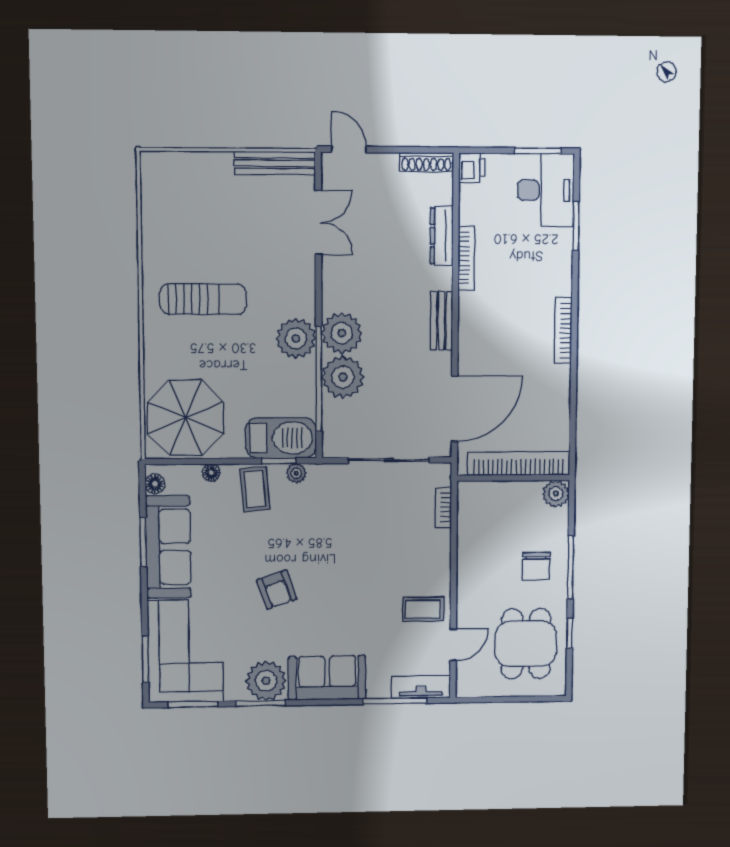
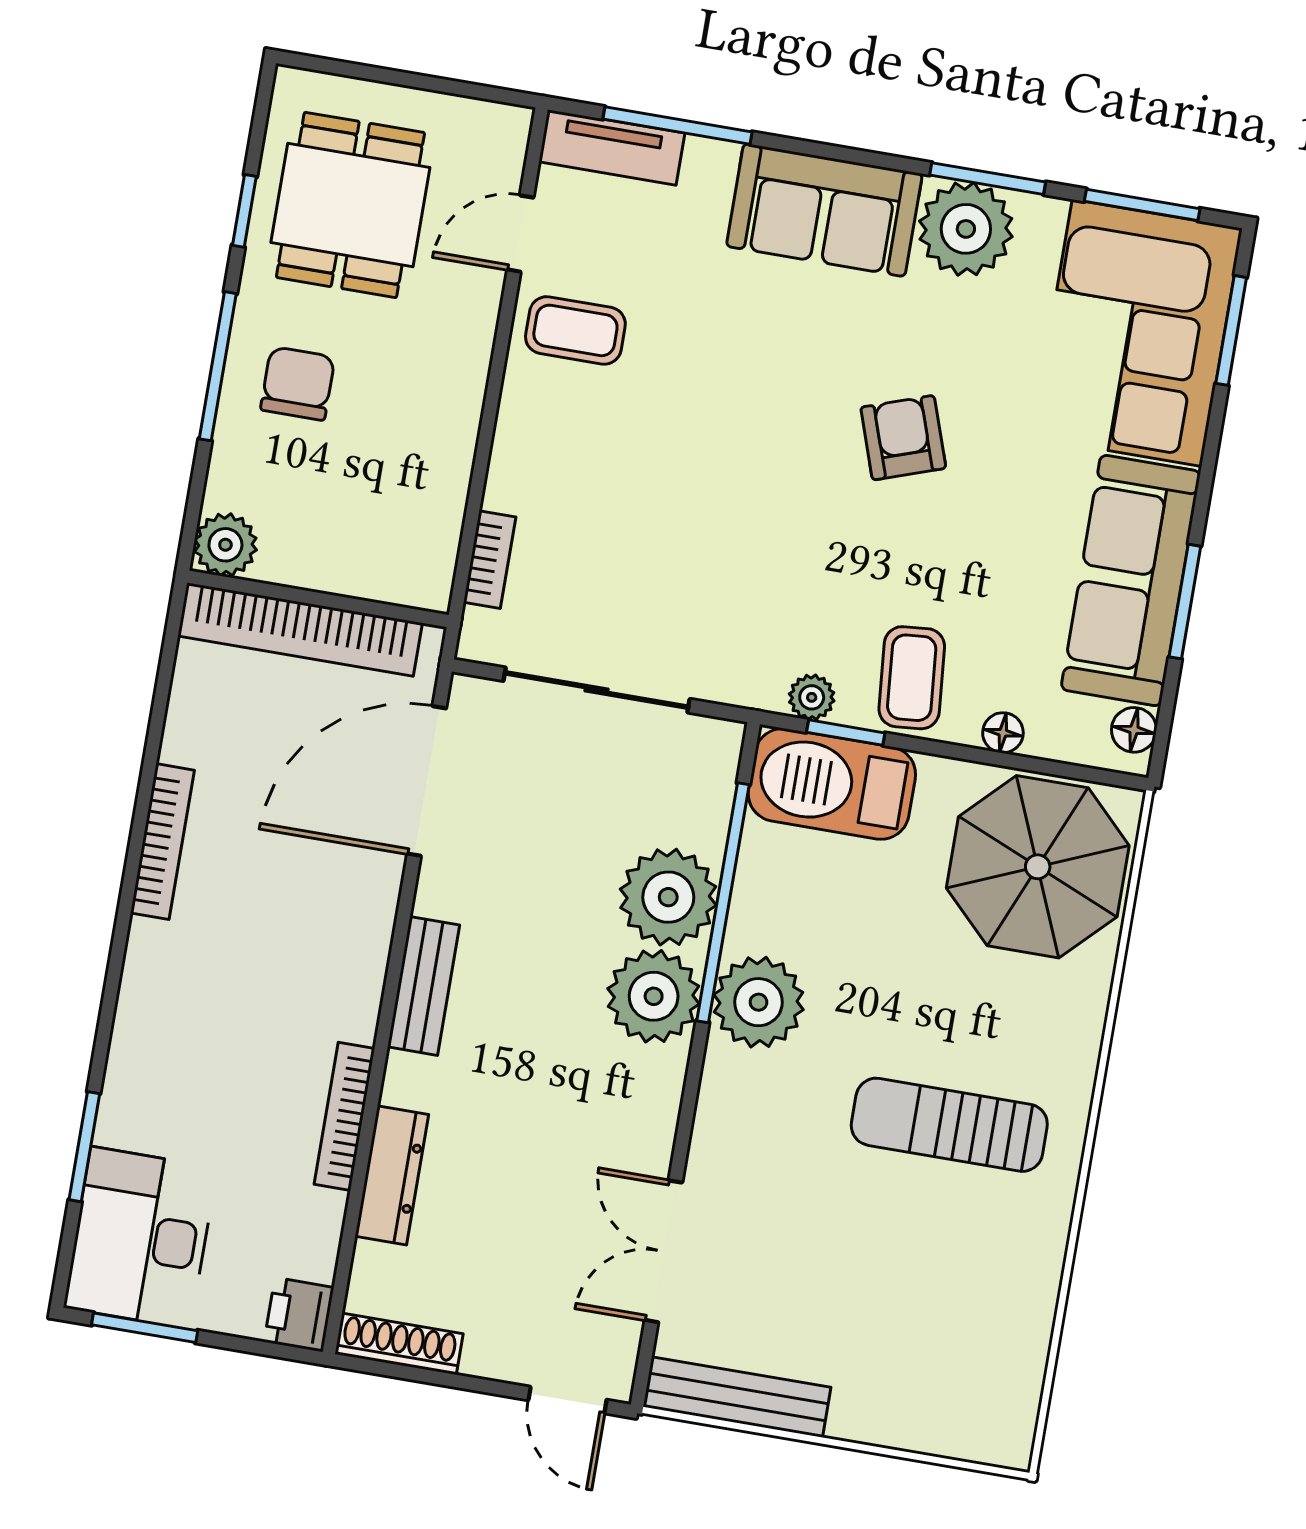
bookcase: (563, 331) -> (162, 842), moved

